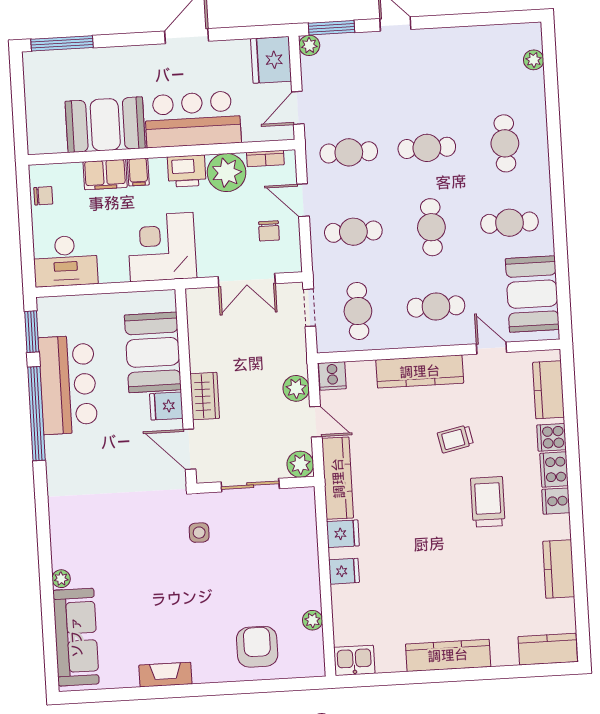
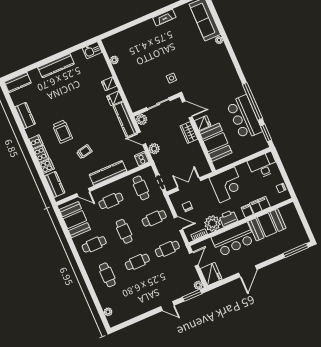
armchair: (257, 647) -> (132, 42), removed

